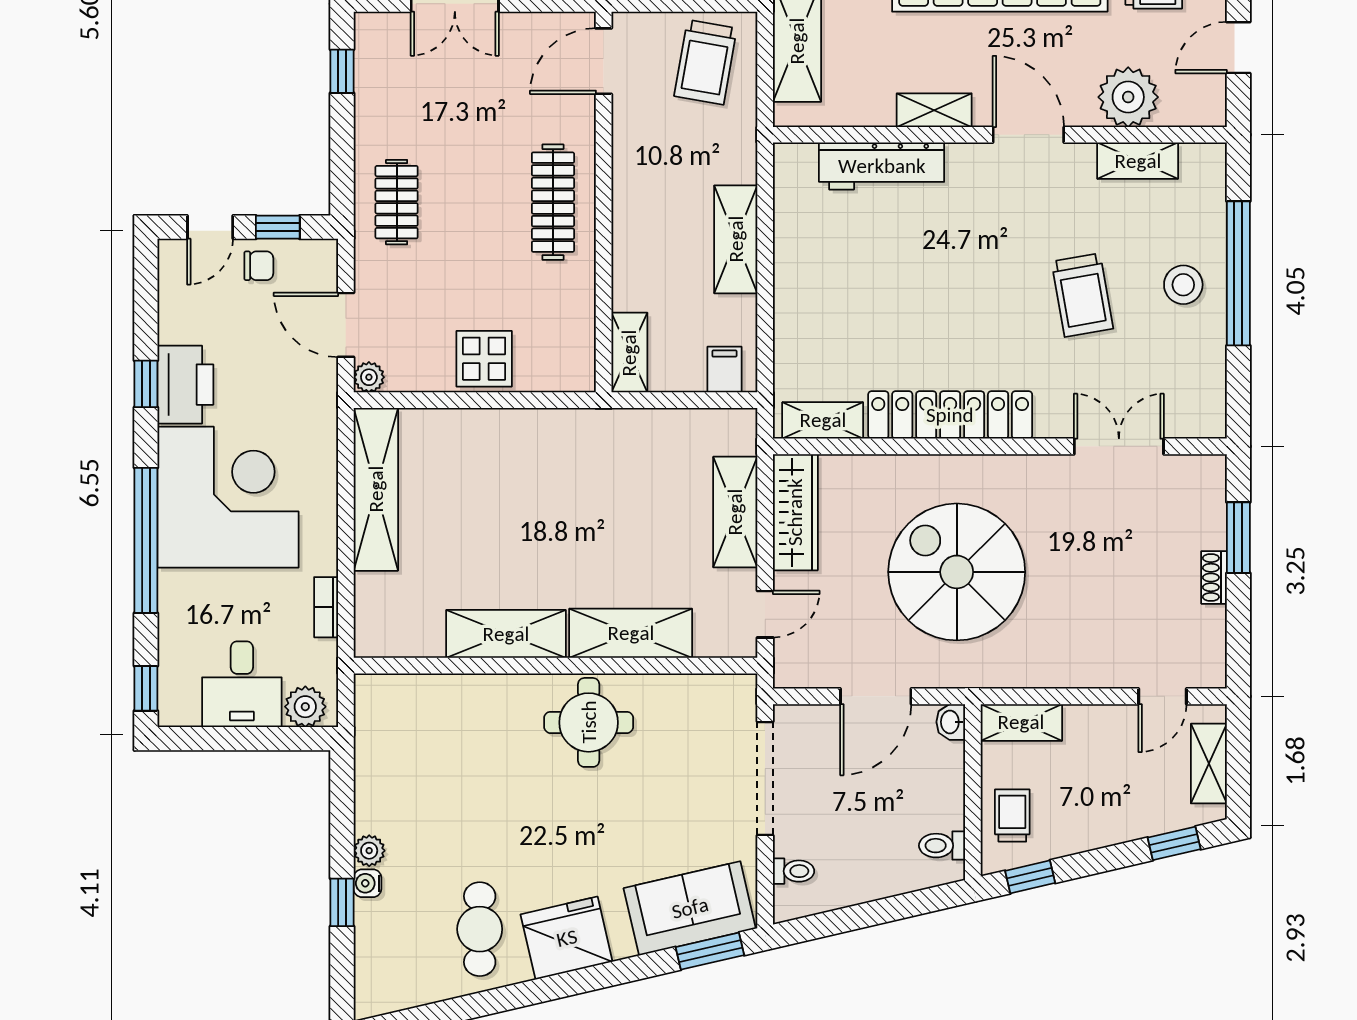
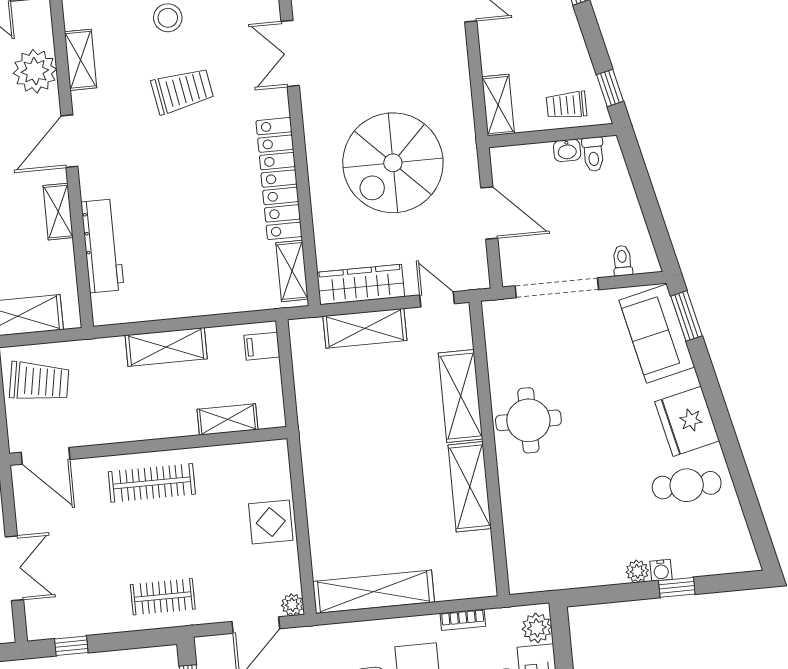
shelving: (629, 353) -> (228, 419), moved
washbasin: (951, 722) -> (567, 150), moved

